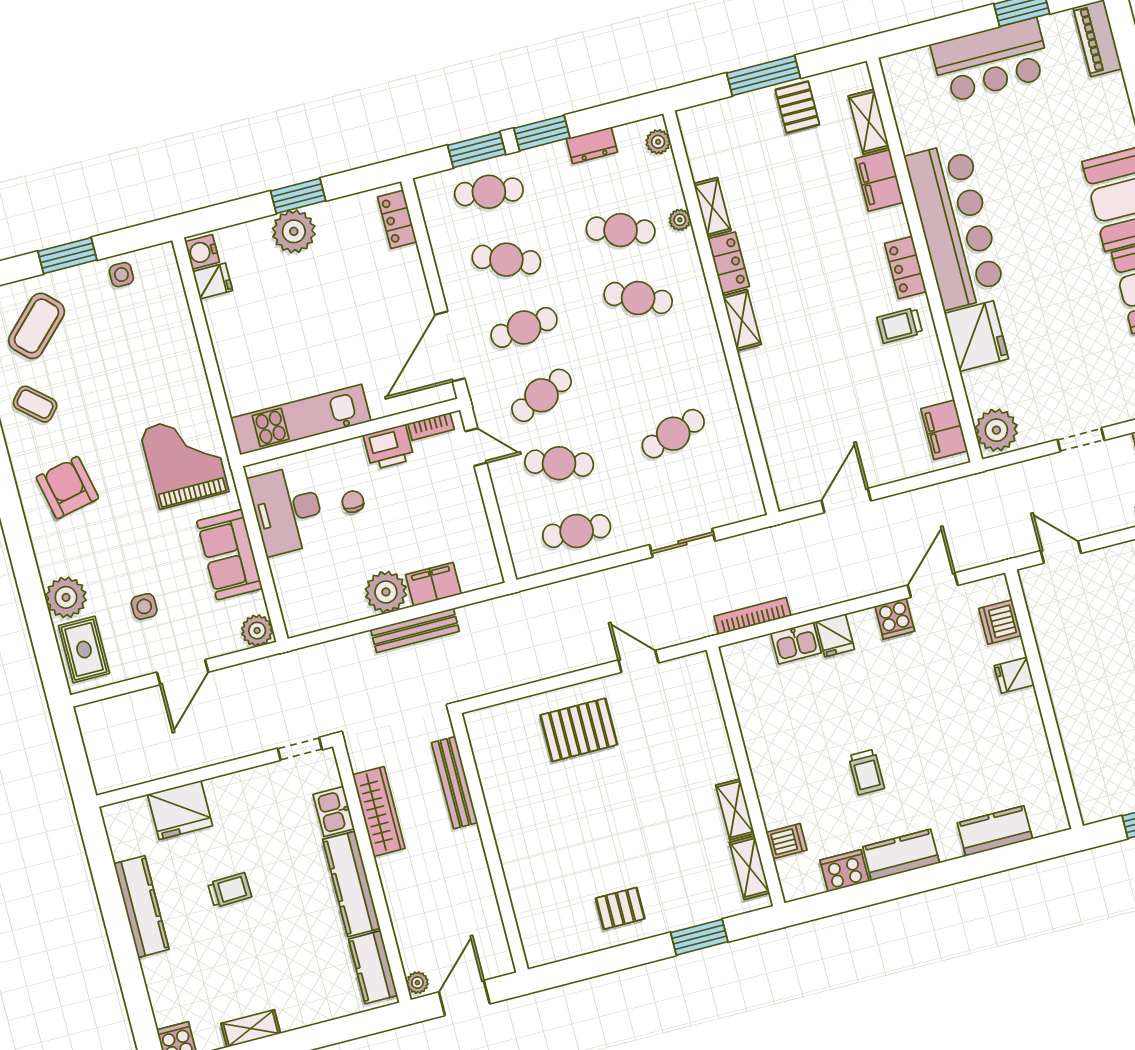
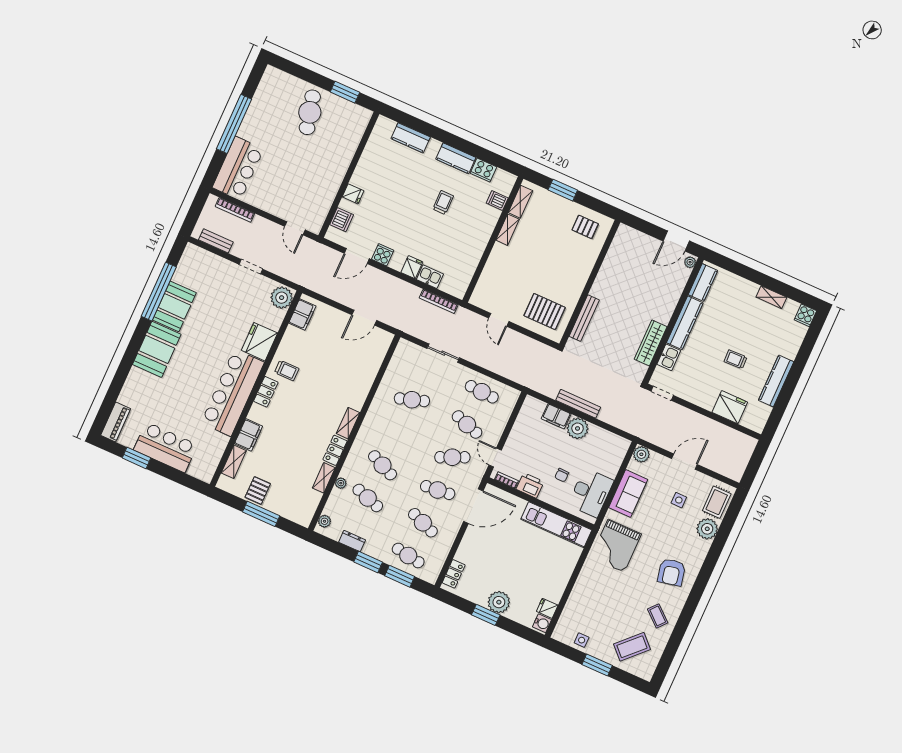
bench: (455, 783) -> (584, 318), moved
wall: (489, 843) -> (590, 283), moved

